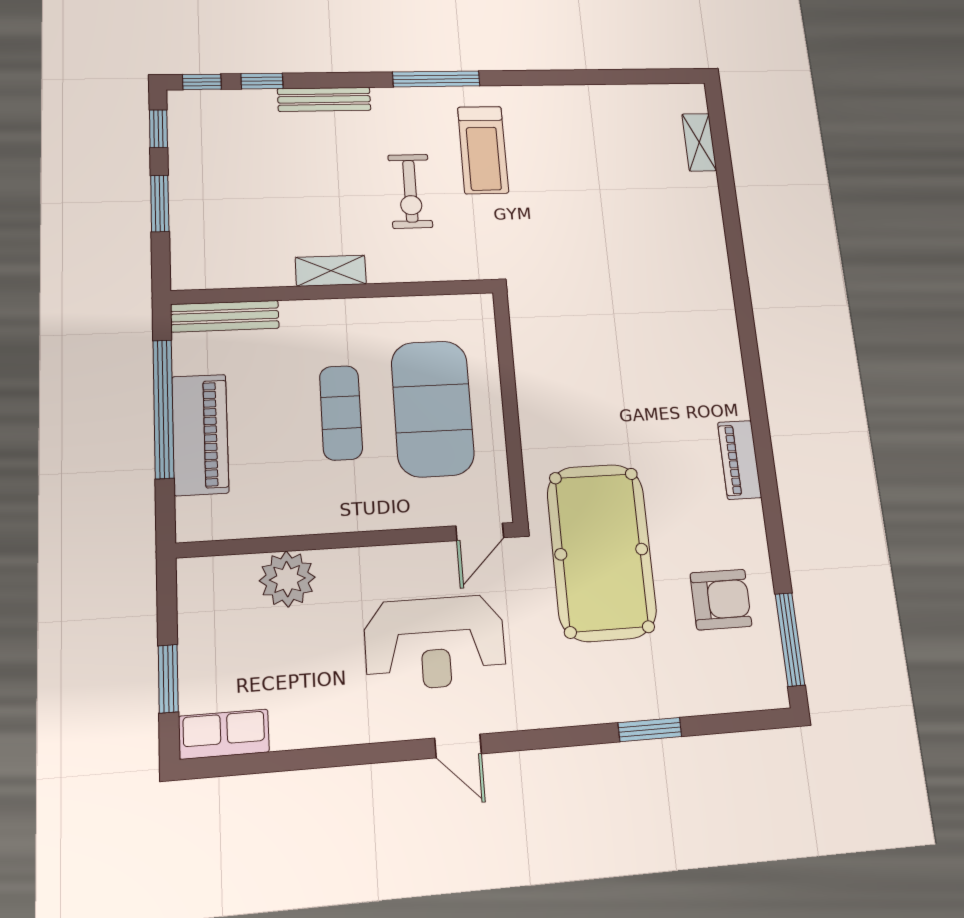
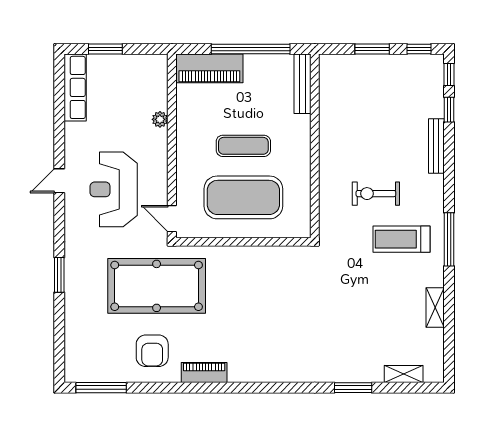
window: (436, 79) -> (449, 239), moved
window: (731, 218) -> (353, 388), added
shelving: (331, 271) -> (435, 308), moved
piano: (200, 434) -> (209, 68), moved
plant: (287, 579) -> (160, 119), width x0.53, depth x0.53
armchair: (721, 599) -> (152, 351), moved
window: (650, 730) -> (59, 275), moved
row of seats: (224, 734) -> (75, 87), width x1.48
door: (458, 746) -> (59, 181), moved

